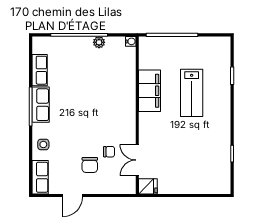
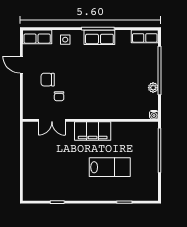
row of seats: (40, 70) -> (145, 36), moved
filing cabinet: (149, 91) -> (93, 131), moved
lab bench: (192, 93) -> (110, 167), turned 180
double door: (137, 160) -> (52, 120), swing flipped
fridge: (148, 186) -> (29, 130), removed

